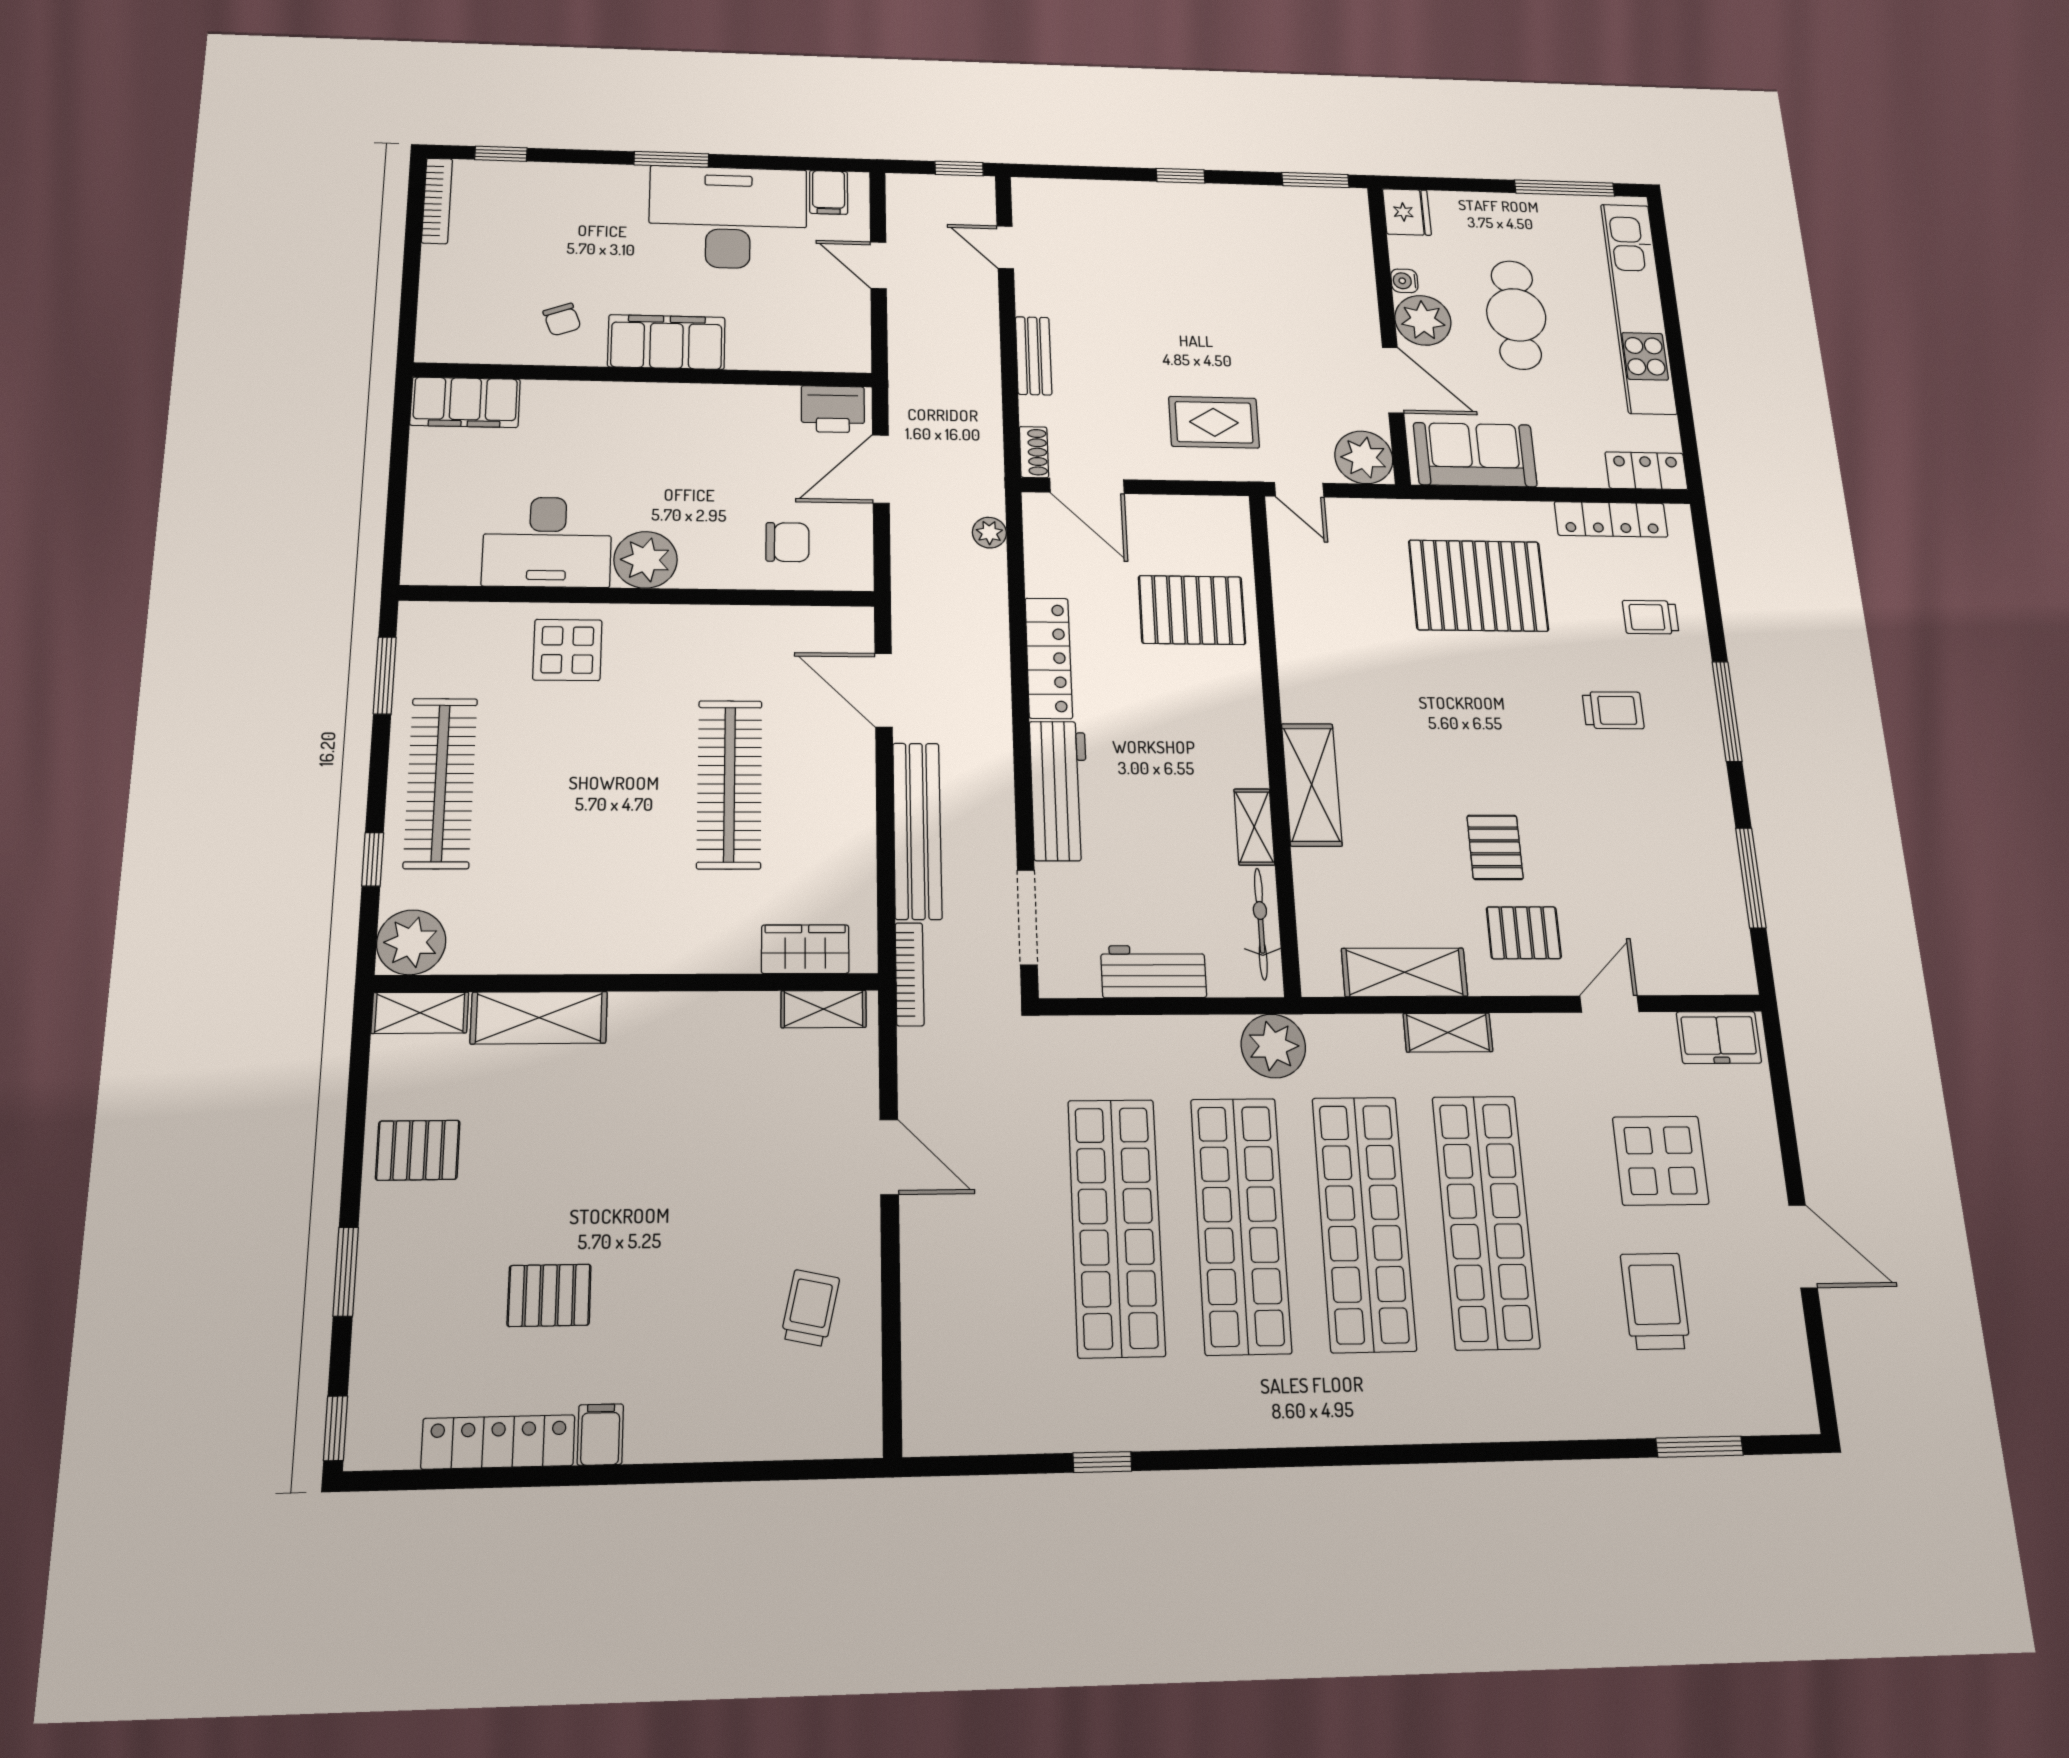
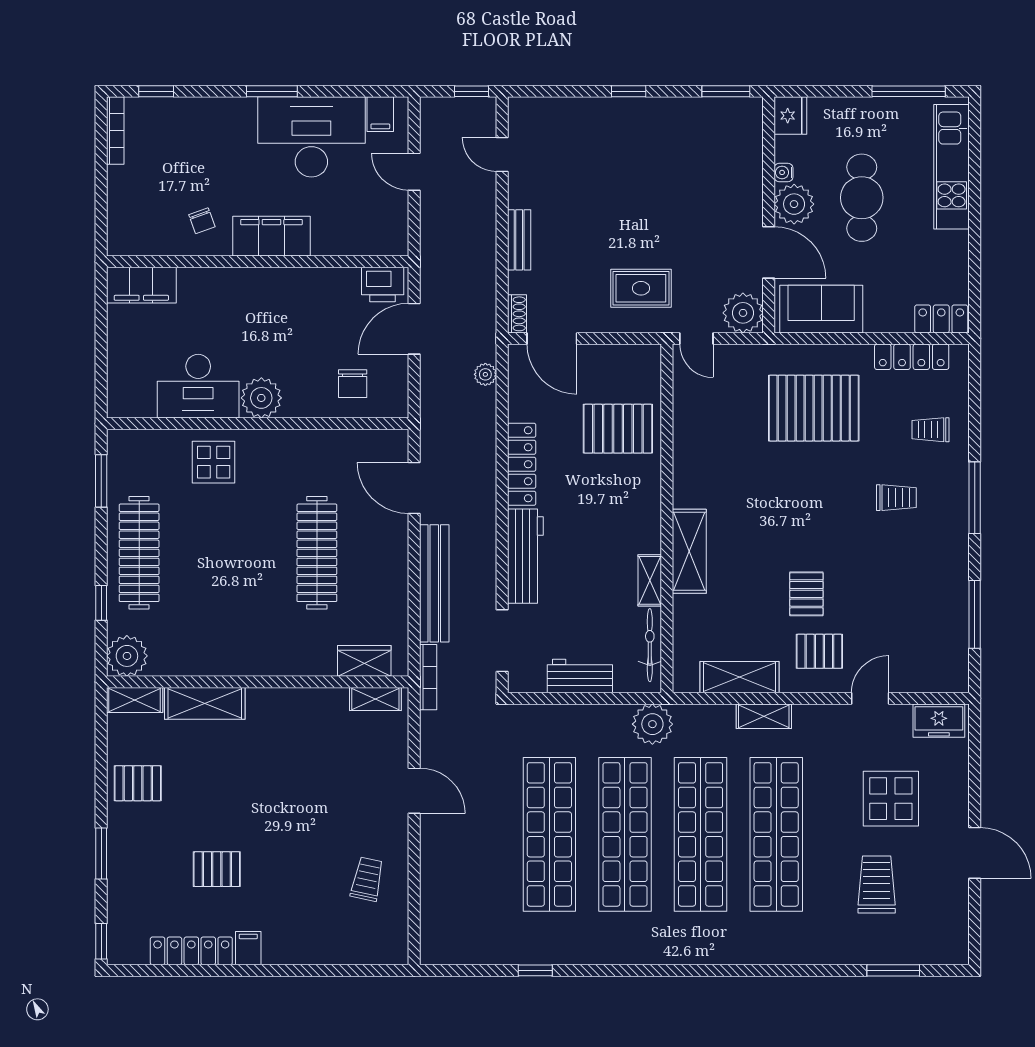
kitchen unit: (1638, 308) -> (952, 167), width x0.73
chair: (787, 542) -> (353, 384), turned 90

